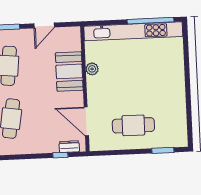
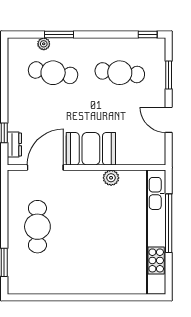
window: (150, 21) -> (169, 223), moved
booth: (69, 71) -> (91, 149), moved

